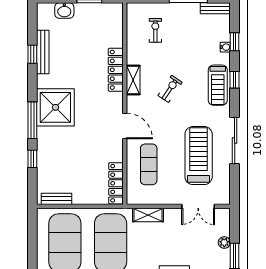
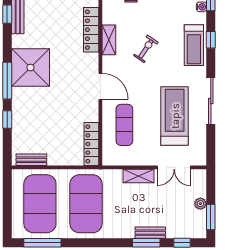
shelving: (148, 215) -> (138, 176), moved

